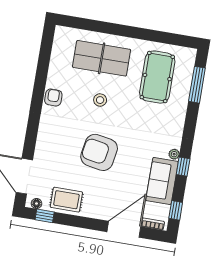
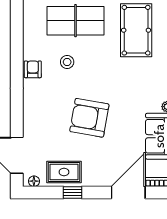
stool: (100, 100) -> (67, 62), moved
window: (45, 216) -> (73, 192), moved

